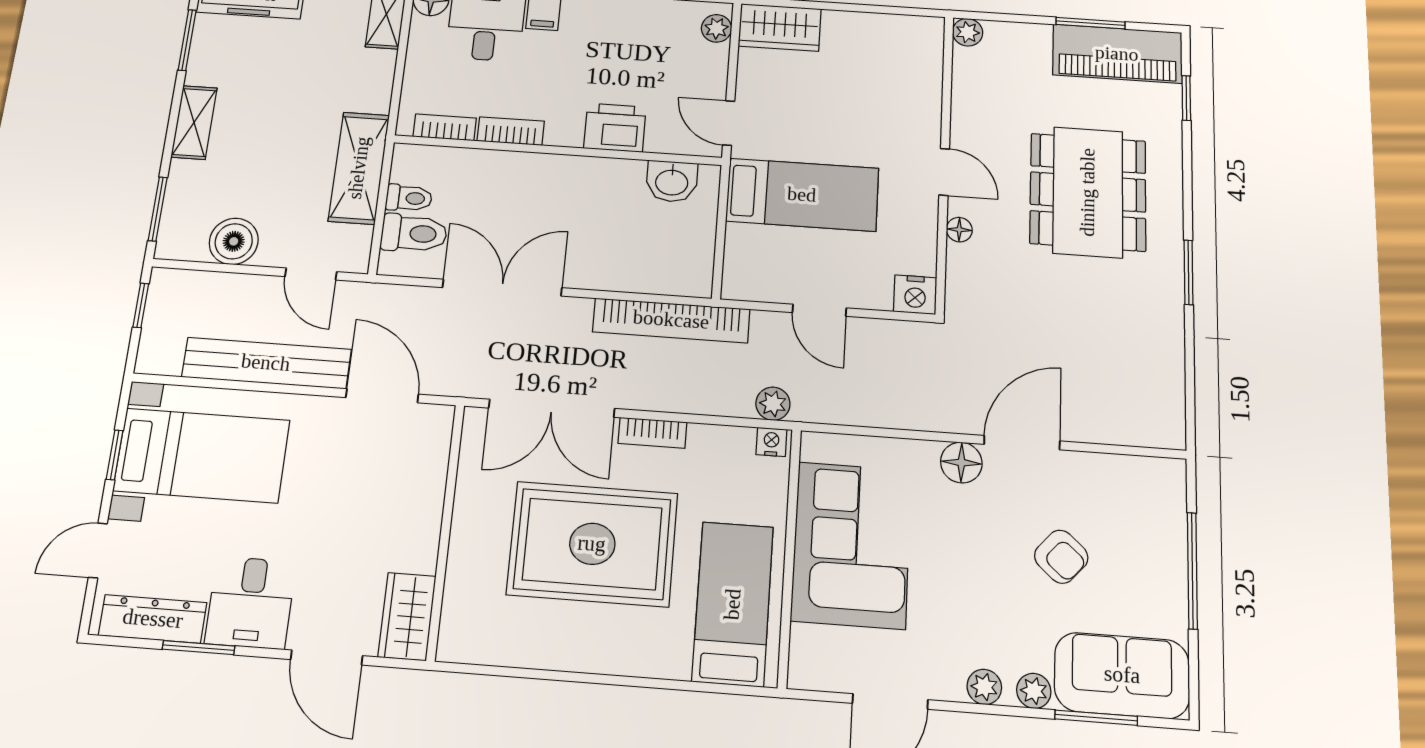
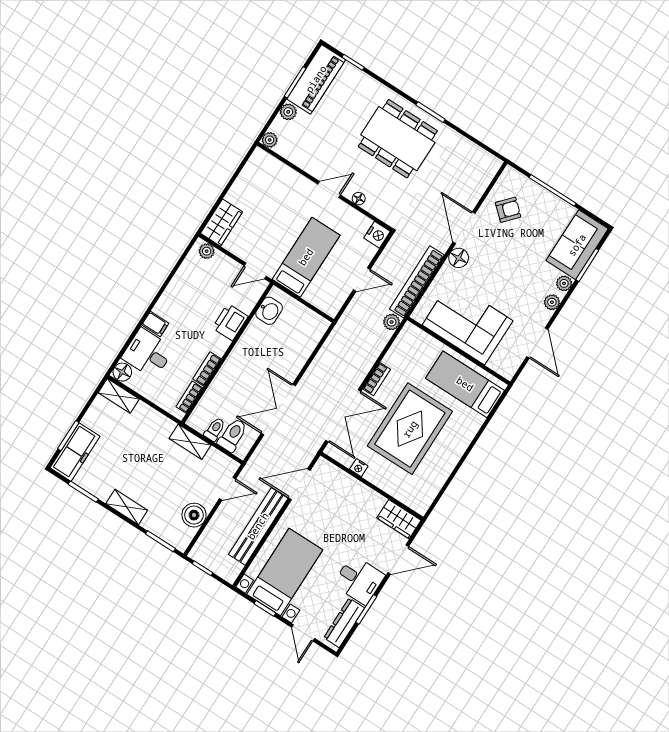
plant: (1034, 38) -> (288, 112), added
shelving: (359, 168) -> (190, 442), width x0.67, depth x0.75
dining table: (1088, 192) -> (398, 139), moved
bookcase: (671, 320) -> (417, 282), moved, turned 180
nightstand: (771, 442) -> (359, 468), moved, turned -90
armchair: (1061, 557) -> (508, 210), moved

